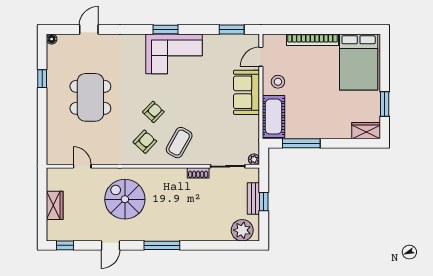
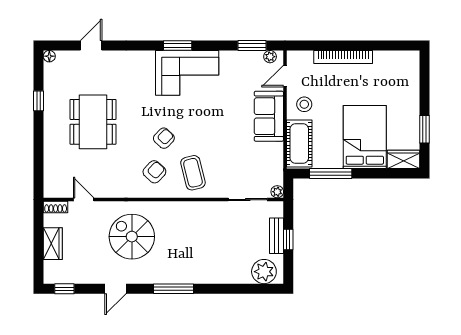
plant: (248, 39) -> (270, 57), added
bed: (359, 62) -> (365, 137), moved, turned 180
coffee table: (179, 143) -> (193, 173), turned -43
shoe rack: (198, 173) -> (56, 207), moved

